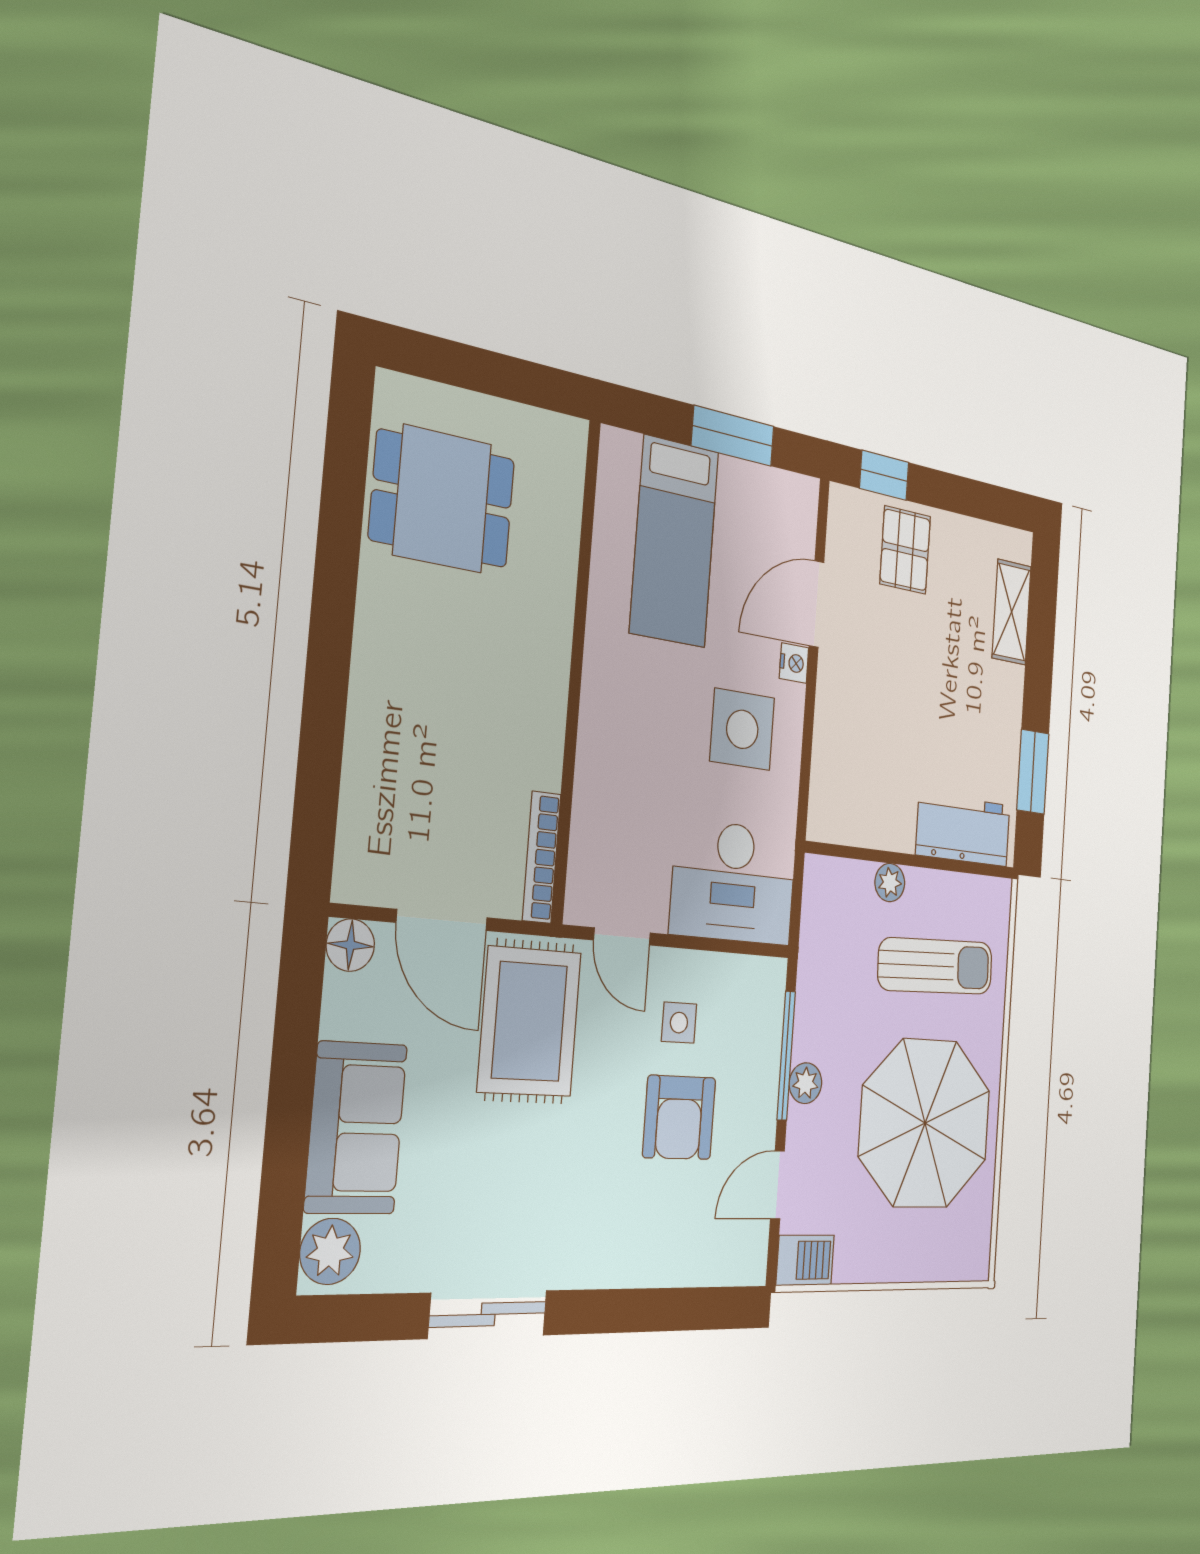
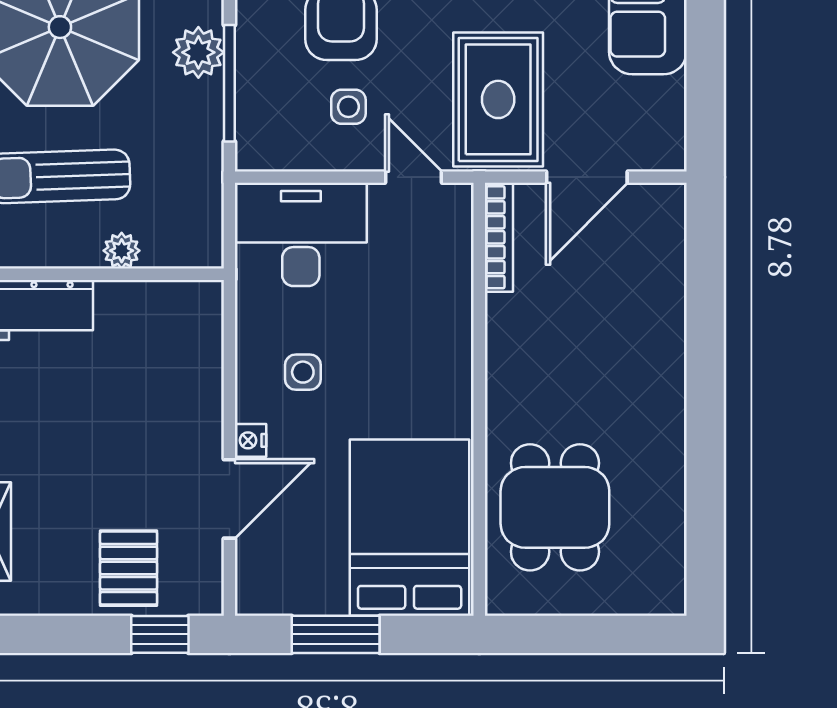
dining table: (442, 499) -> (555, 507), moved, turned 90
bed: (674, 541) -> (410, 528), width x1.50
side table: (742, 729) -> (303, 372), width x0.54, depth x0.54
door: (442, 920) -> (587, 177), swing flipped
floor lamp: (350, 945) -> (666, 151), removed
plant: (805, 1083) -> (198, 52), width x1.38, depth x1.38

